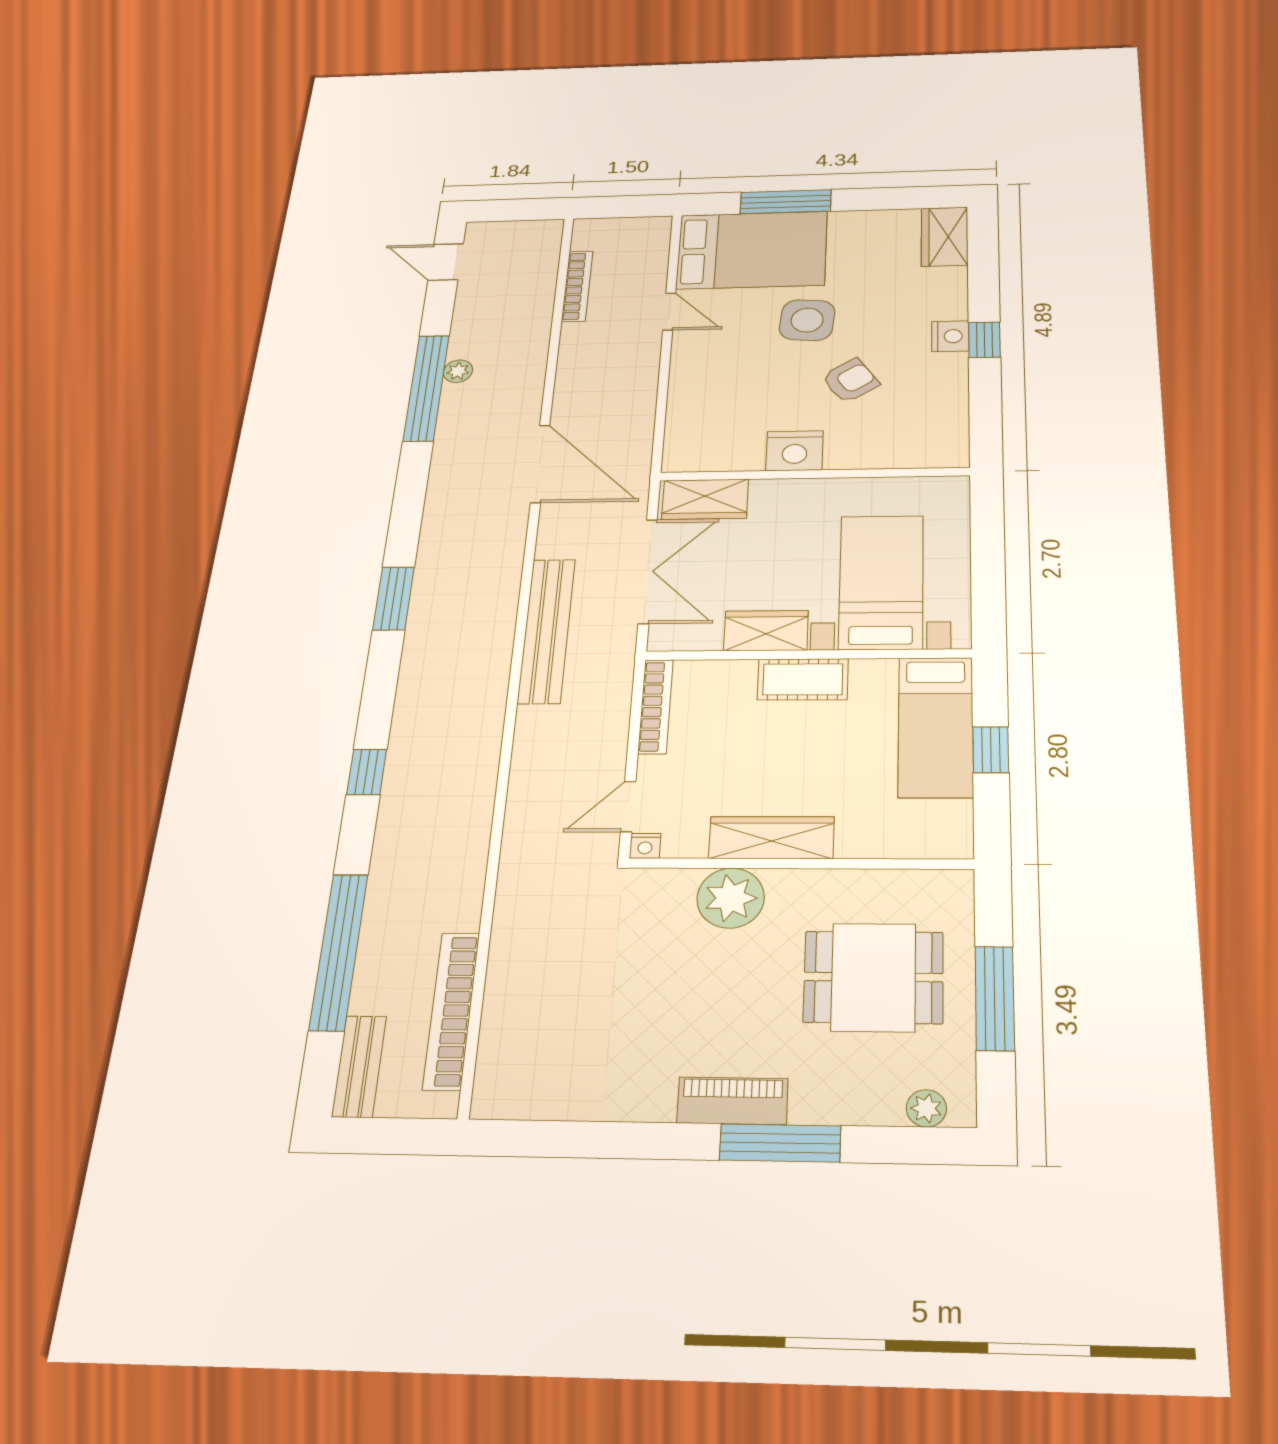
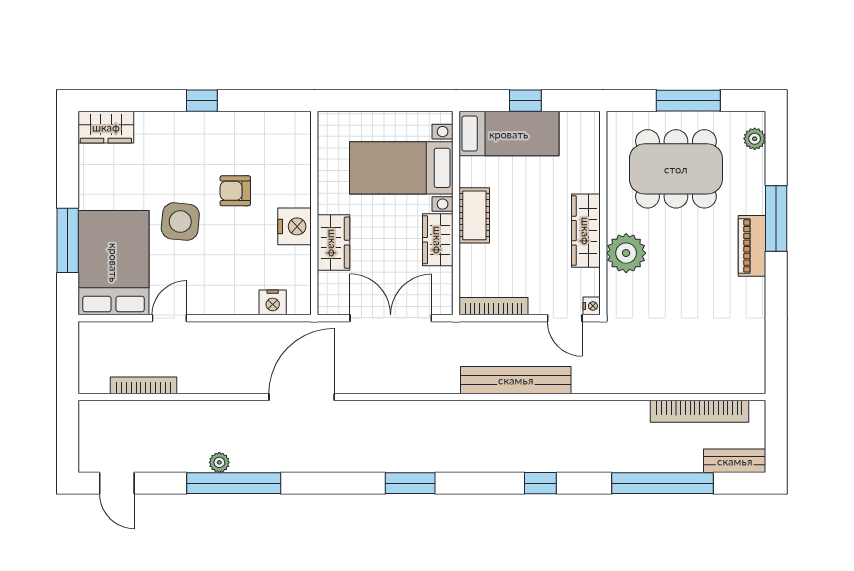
door: (446, 262) -> (117, 483), hinge flipped
nightstand: (950, 336) -> (273, 302), moved, turned 180
armchair: (850, 381) -> (235, 191), turned -56
wardrobe: (705, 499) -> (333, 243), moved
bench: (547, 631) -> (516, 380), moved
dining table: (873, 977) -> (676, 169), width x1.38

